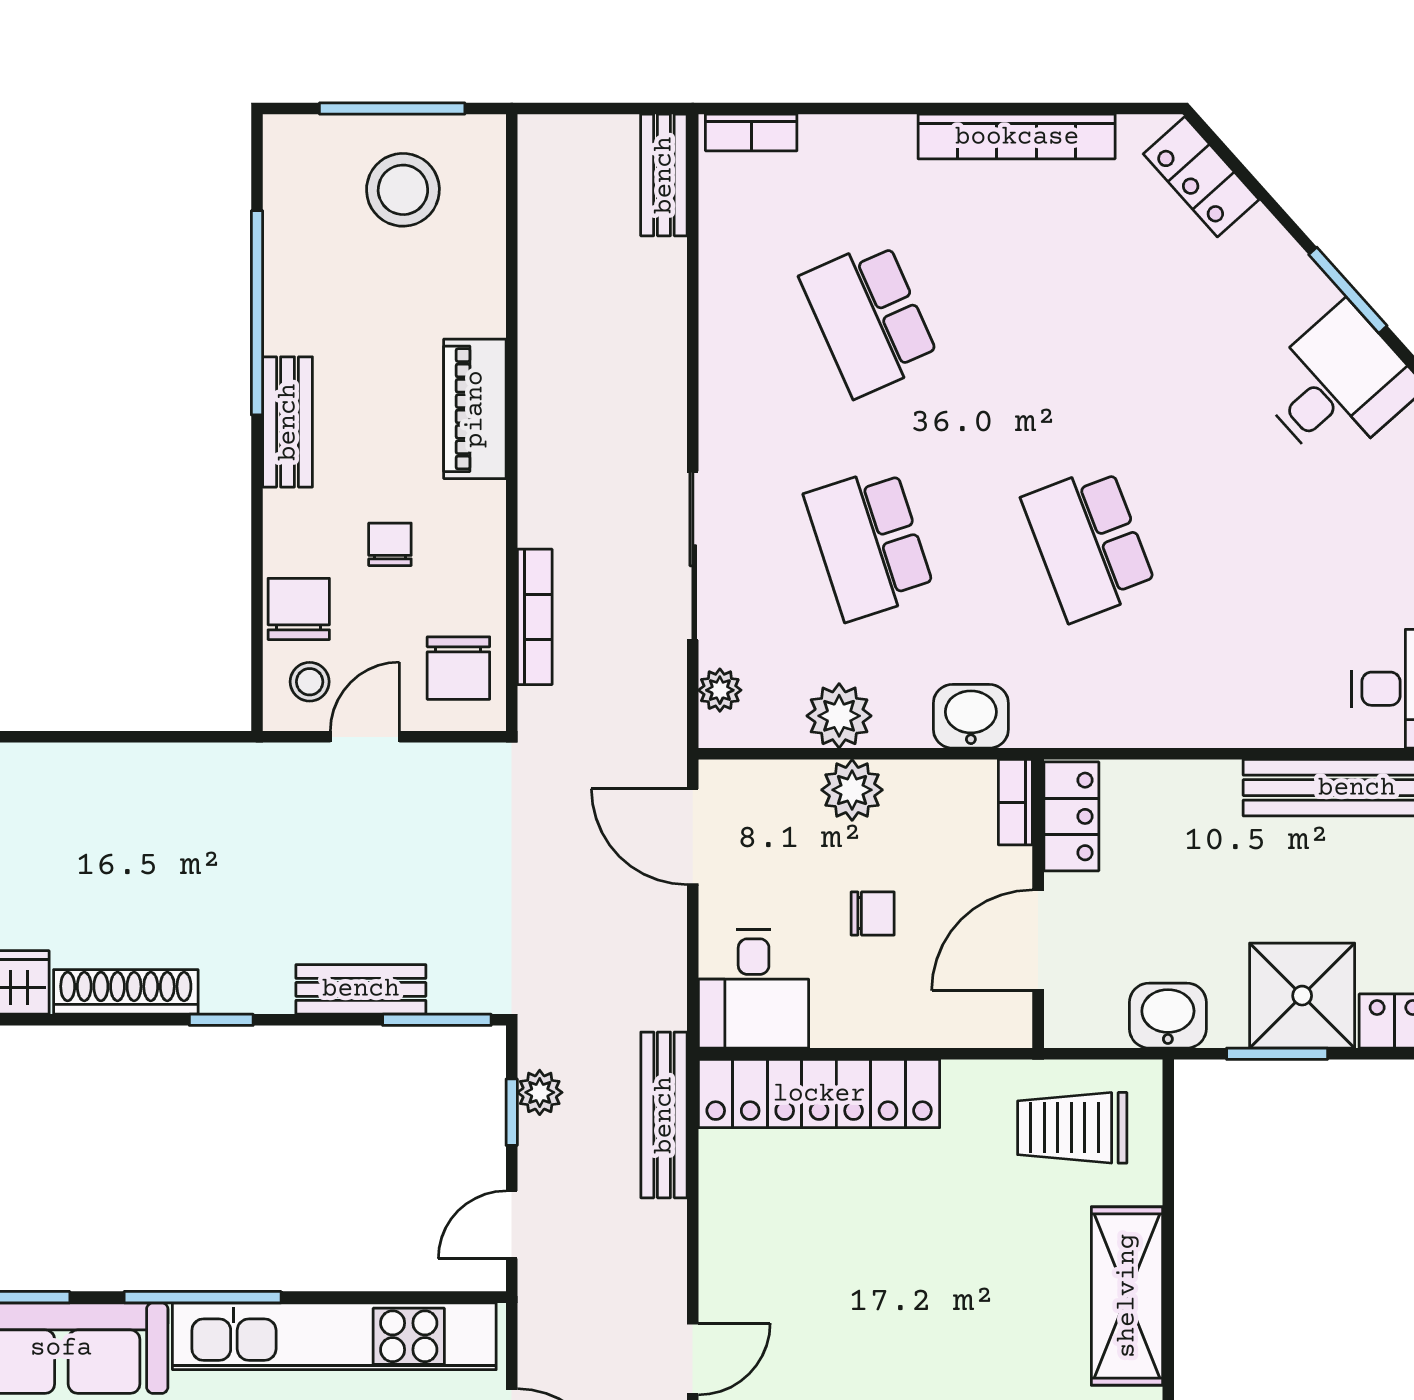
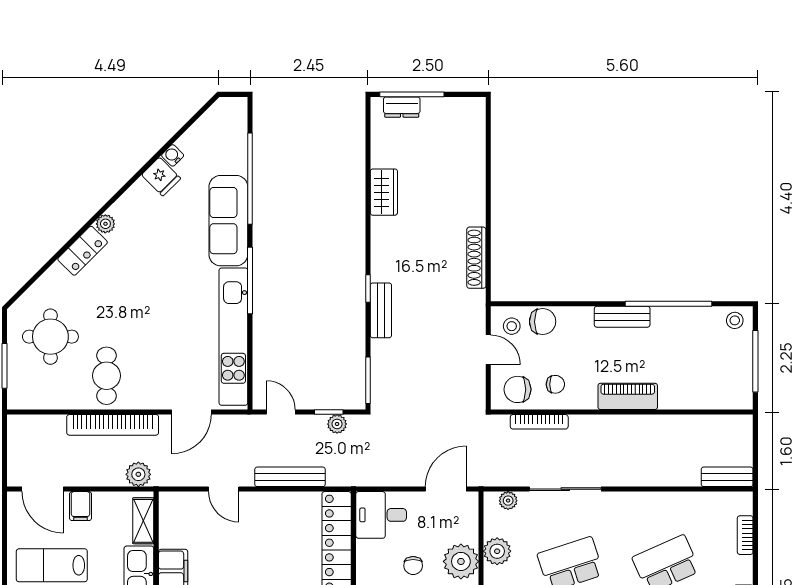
bookcase: (751, 132) -> (745, 535), moved
stool: (403, 190) -> (735, 320), moved, width x0.53, depth x0.53
chair: (390, 544) -> (555, 384), moved
plant: (852, 790) -> (461, 561), width x1.36, depth x1.36
bench: (361, 989) -> (381, 310), moved
shoe rack: (126, 992) -> (476, 258), moved, turned 180
bench: (664, 1115) -> (290, 477), moved

